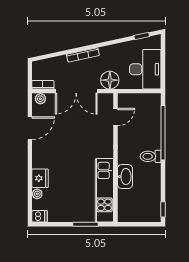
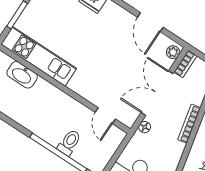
floor lamp: (110, 80) -> (145, 127), width x0.53, depth x0.53
toilet: (151, 156) -> (69, 142), moved
washbasin: (125, 177) -> (22, 75), moved

